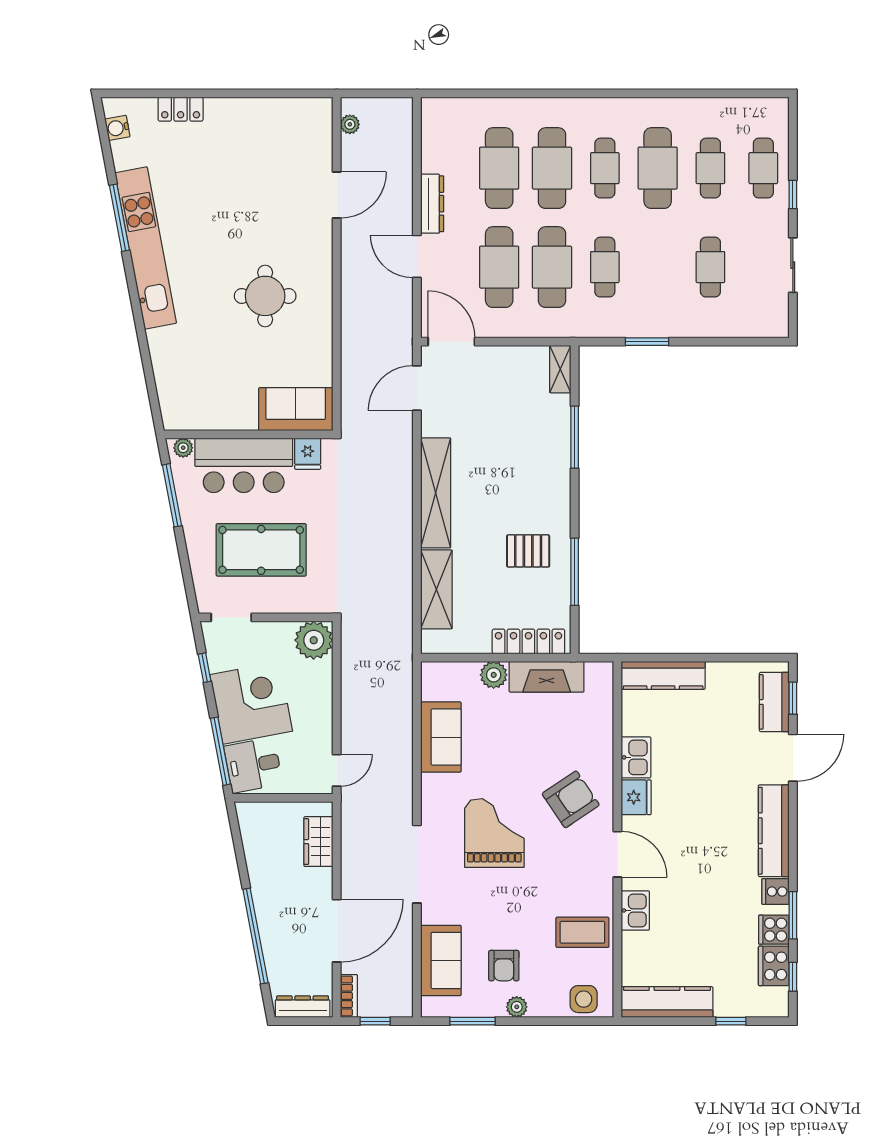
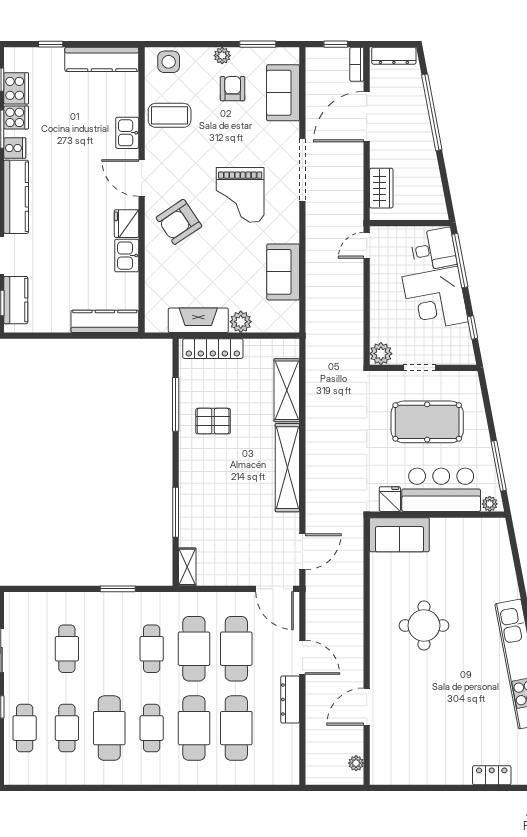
doorway: (231, 617) -> (419, 368), moved
plant: (314, 640) -> (381, 354), width x0.73, depth x0.73

